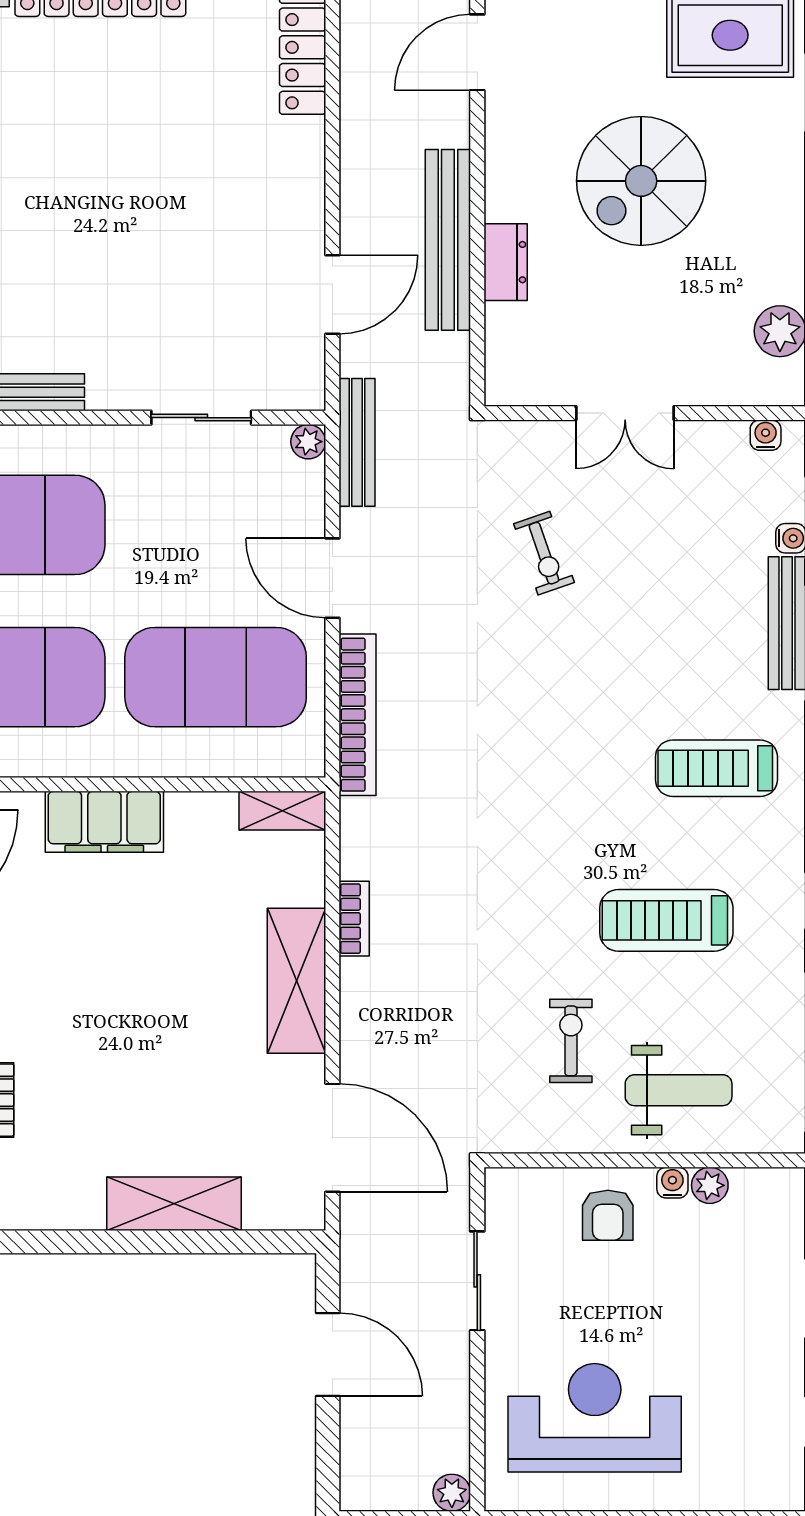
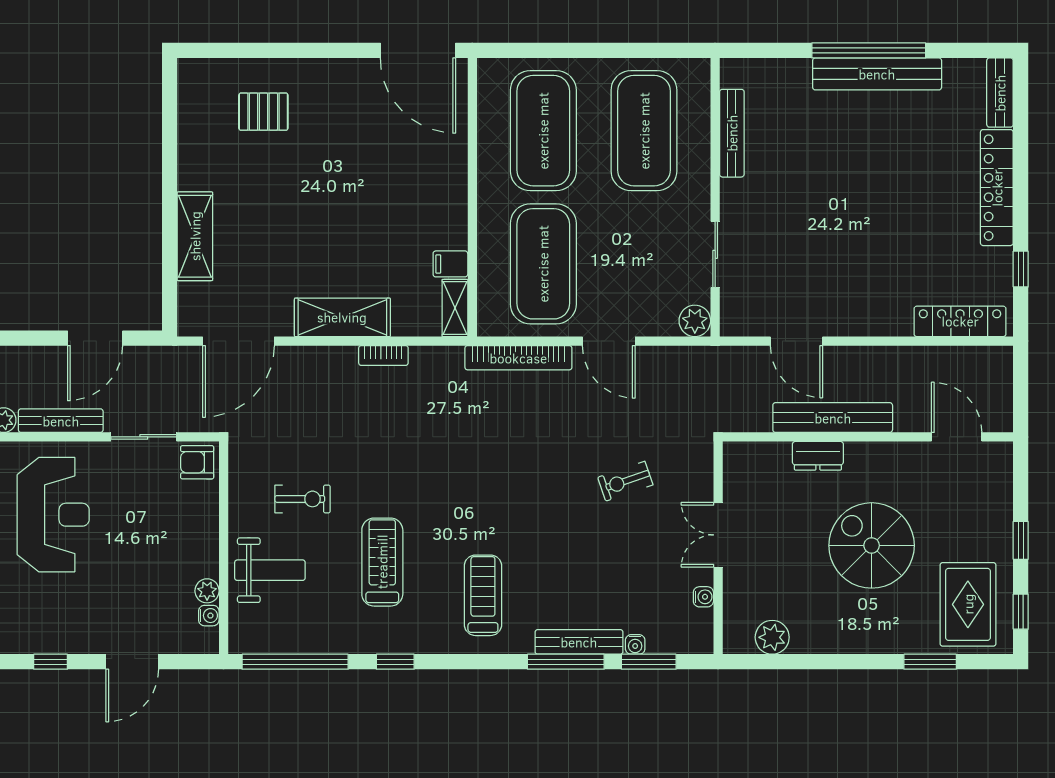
water cooler: (766, 435) -> (703, 597), moved
plant: (308, 442) -> (695, 321), width x1.38, depth x1.38
bench: (357, 442) -> (61, 421), moved
door: (332, 578) -> (609, 341), swing flipped
filing cabinet: (104, 822) -> (450, 264), moved, width x0.33, depth x0.86
weight bench: (679, 1090) -> (270, 570), turned -90
water cooler: (672, 1183) -> (209, 616), moved
armchair: (608, 1215) -> (197, 462), moved

